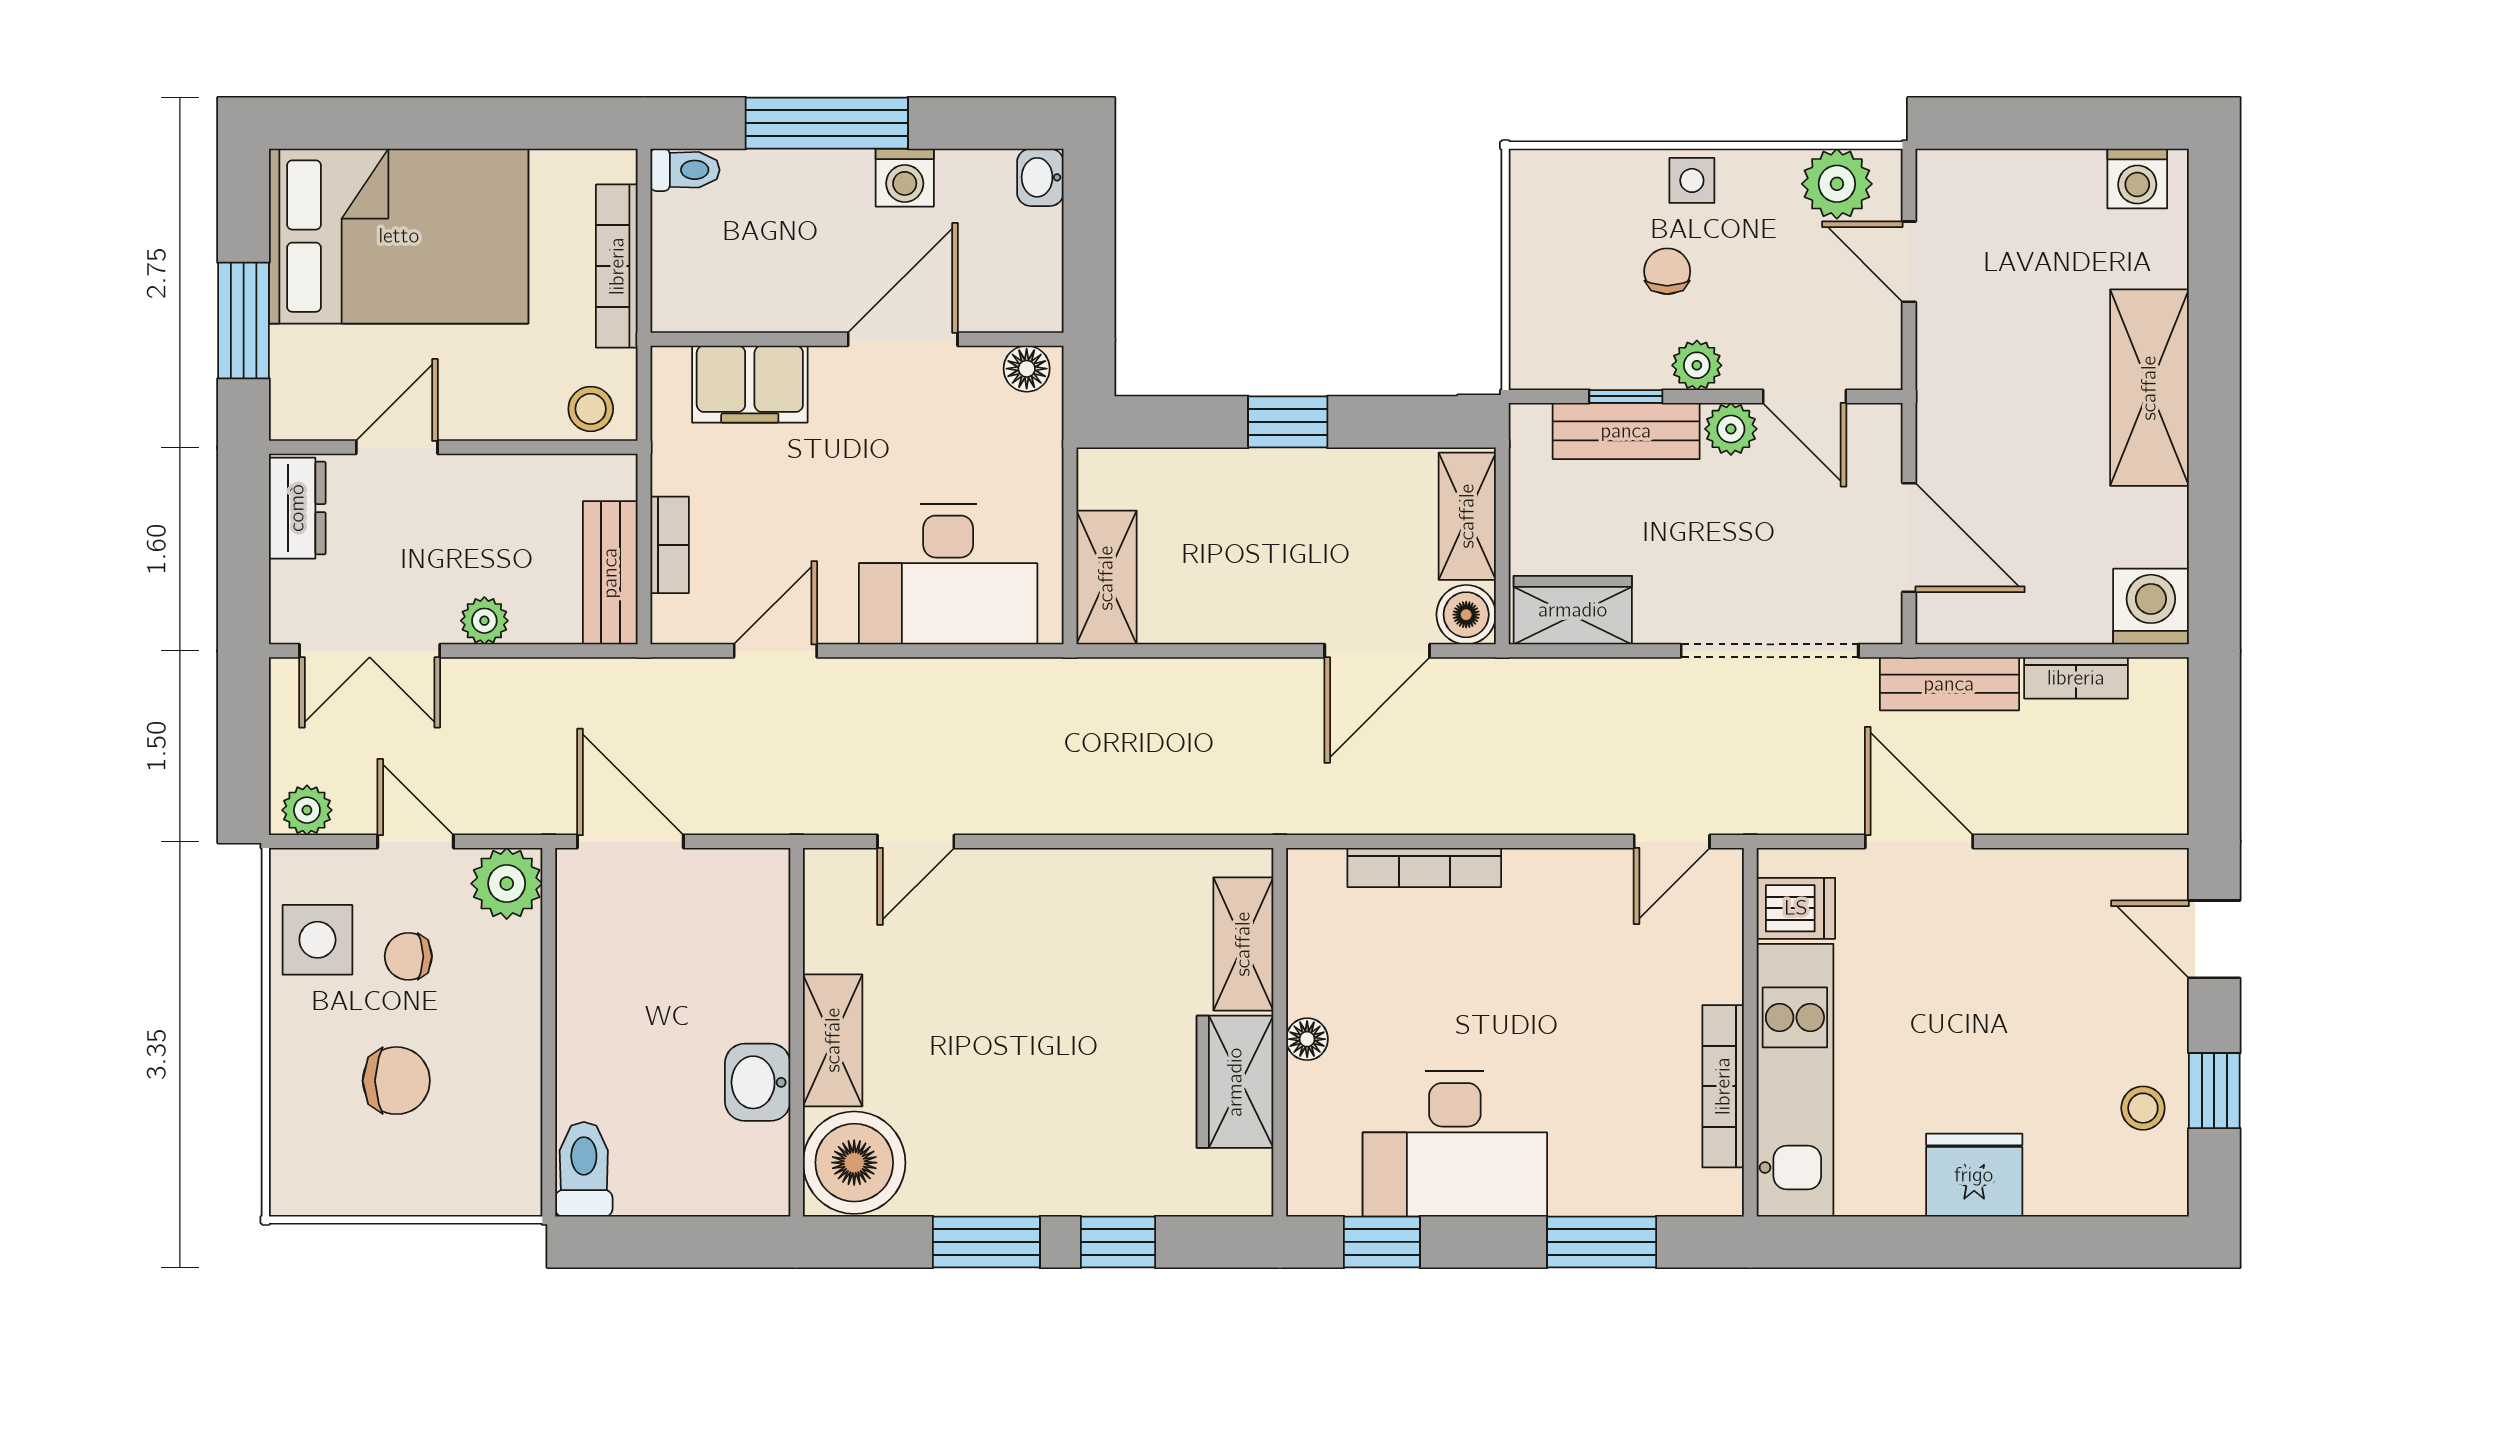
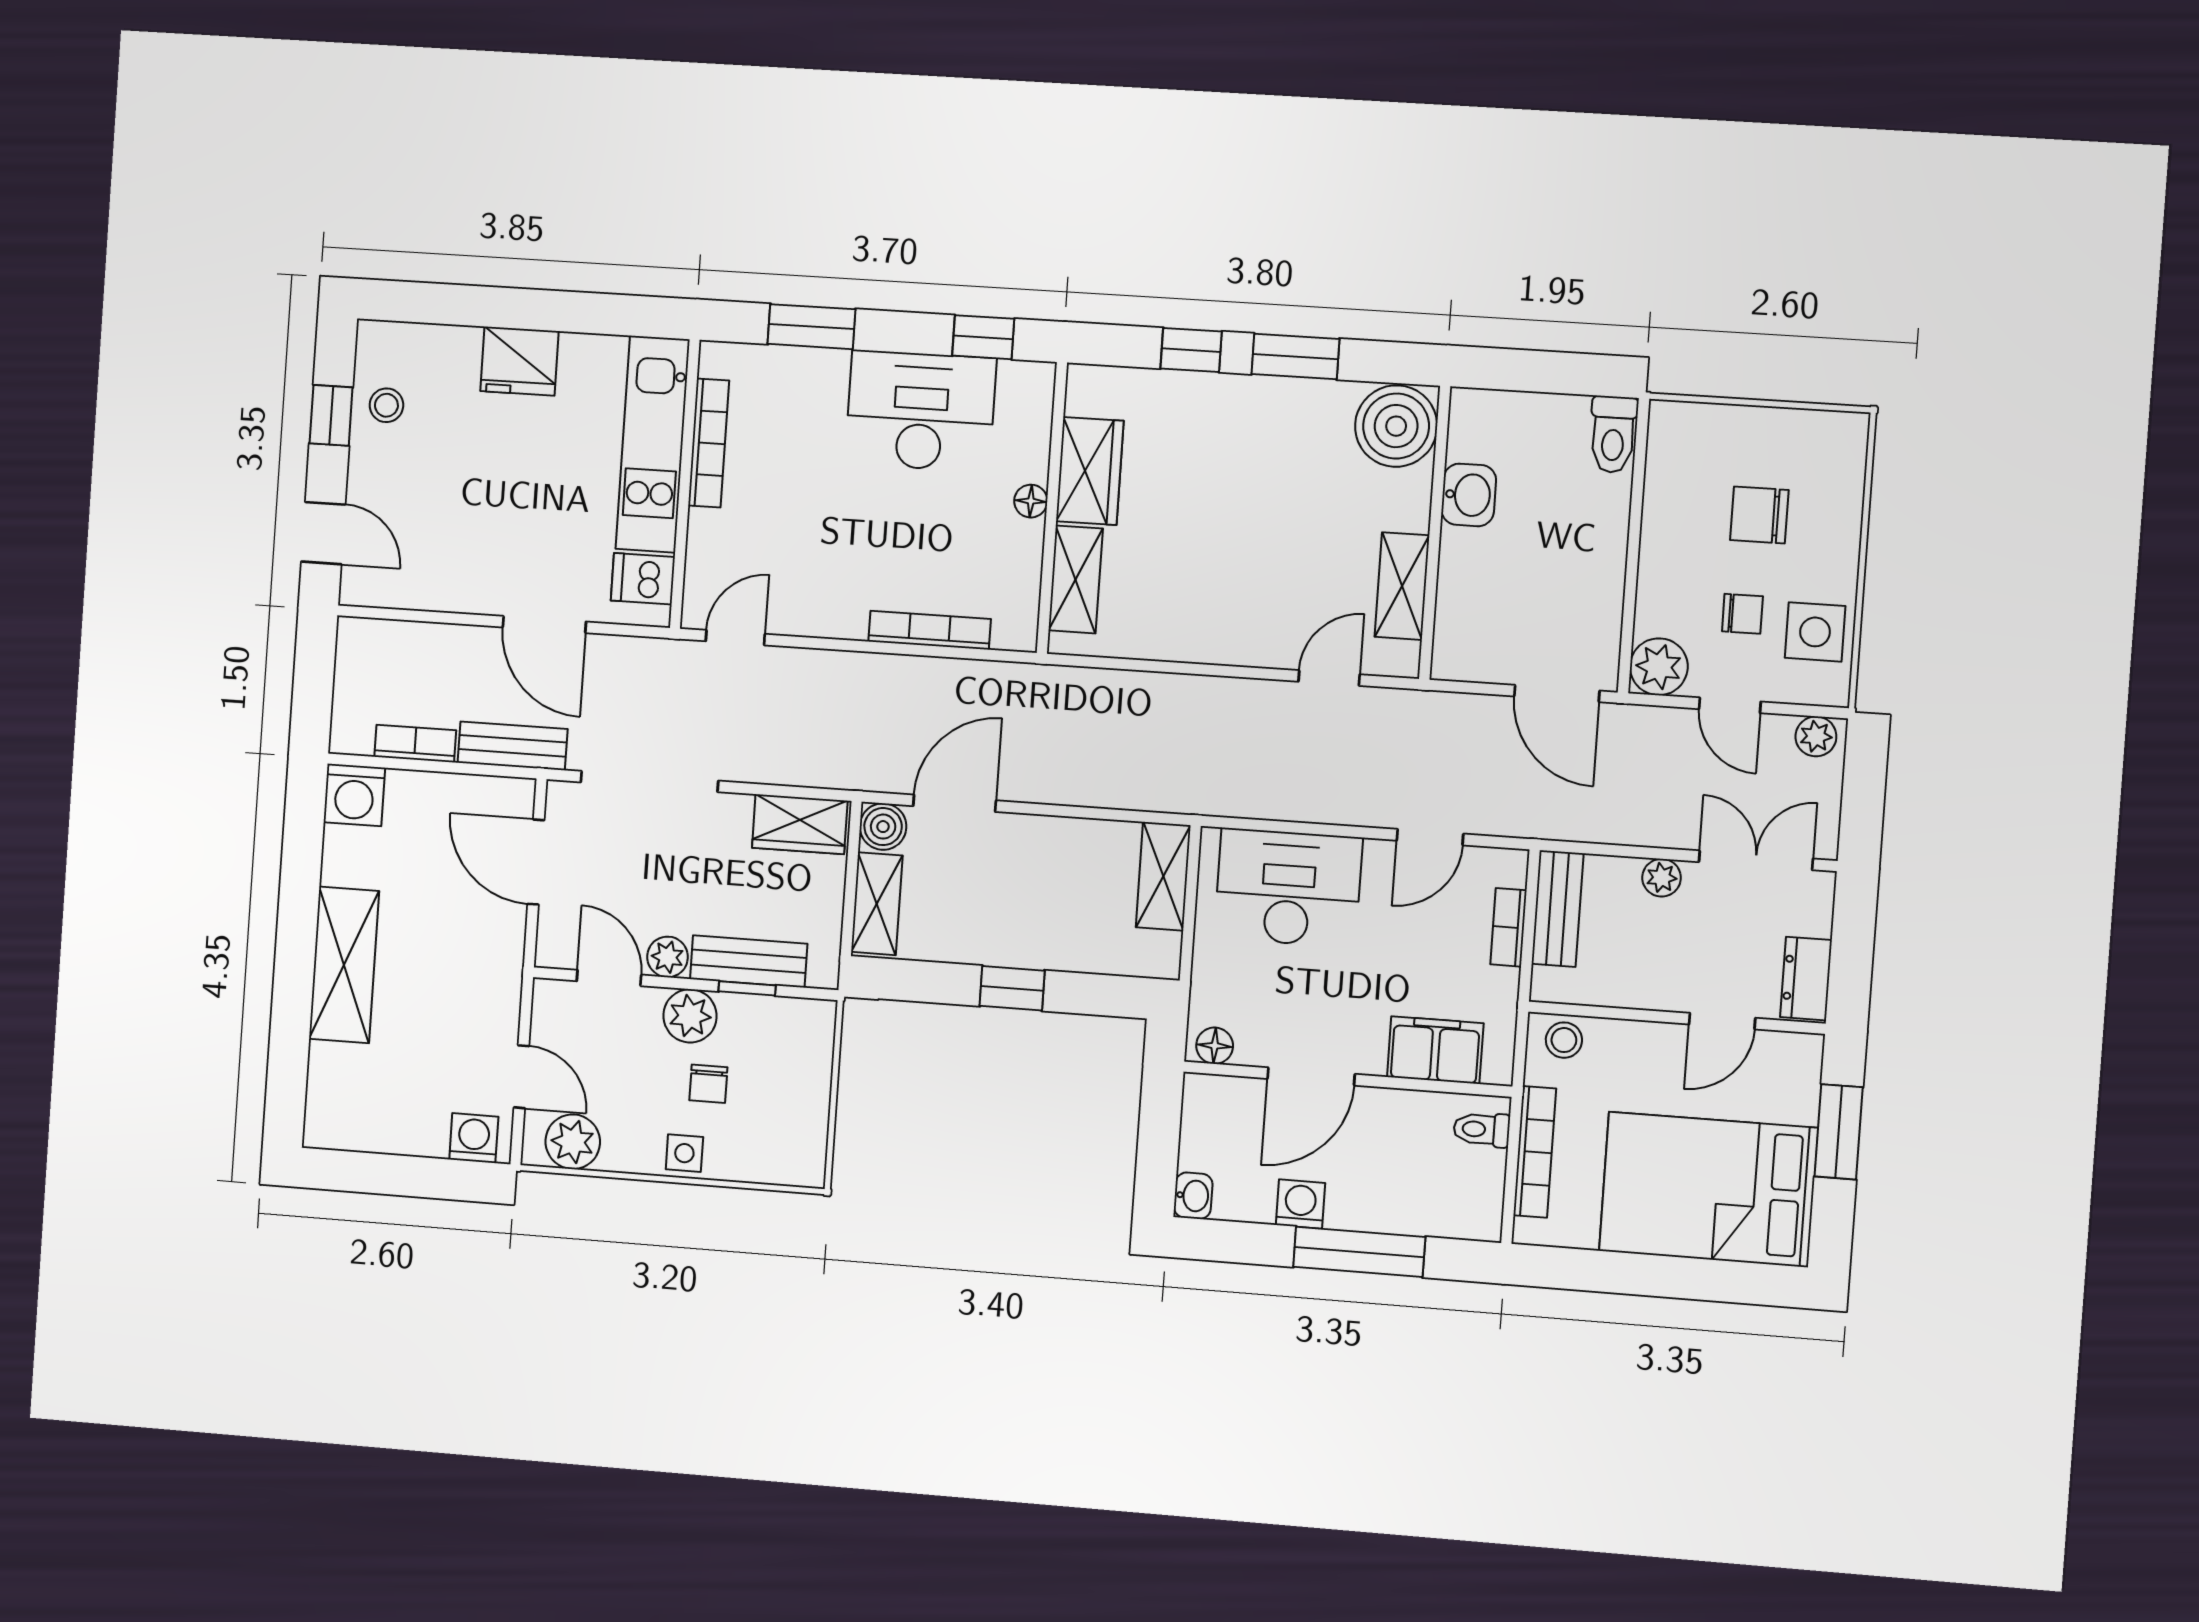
toilet: (685, 170) -> (1482, 1129), moved
washing machine: (2137, 179) -> (474, 1138), moved
plant: (1697, 365) -> (690, 1016), width x1.38, depth x1.38
shelving: (833, 1040) -> (1402, 586), moved

